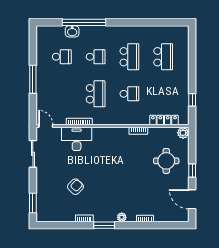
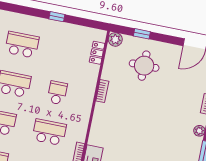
window: (192, 100) -> (57, 17), moved
locker: (164, 120) -> (97, 53), width x0.66
window: (192, 171) -> (142, 34), moved

